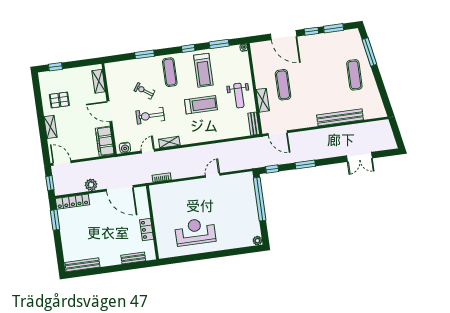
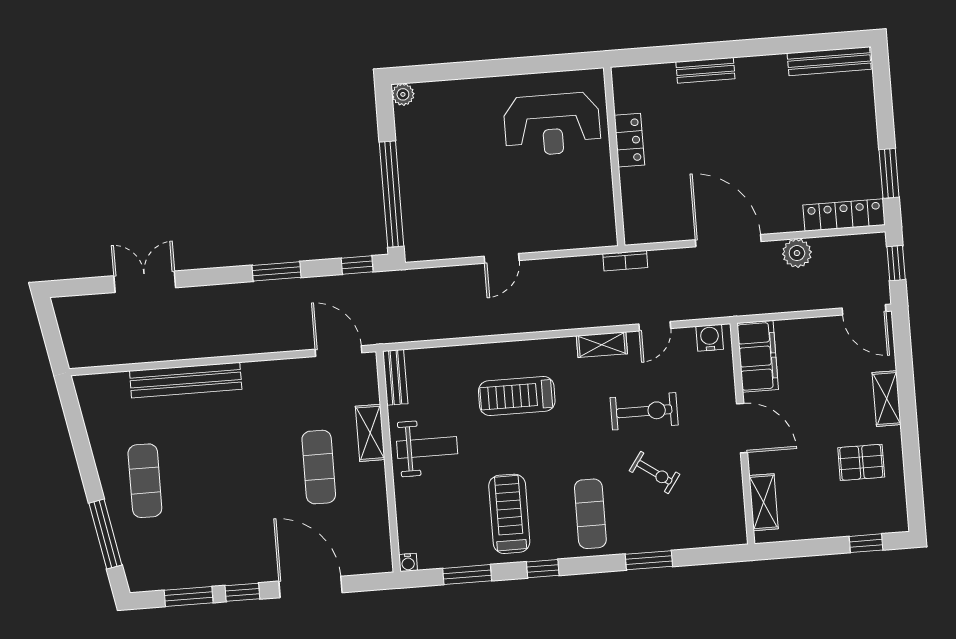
weight bench: (239, 96) -> (427, 447), turned 90
treadmill: (201, 105) -> (517, 396), moved
wall: (152, 222) -> (614, 156), moved
locker: (147, 229) -> (629, 140), moved

